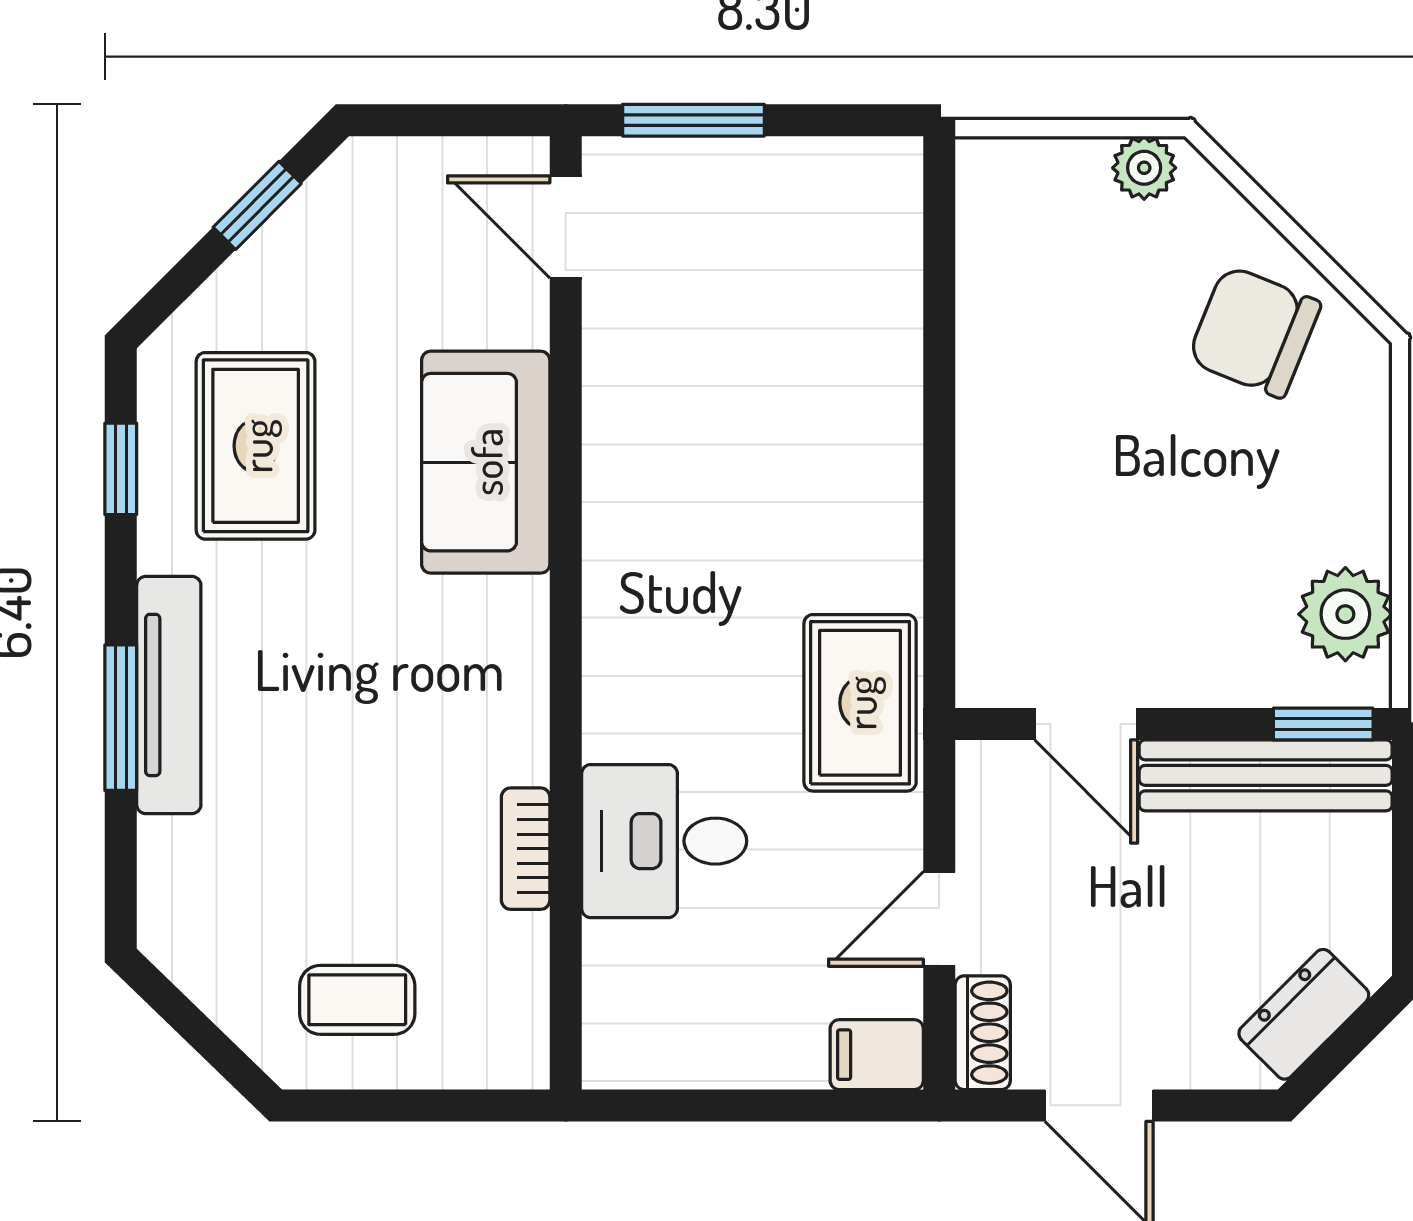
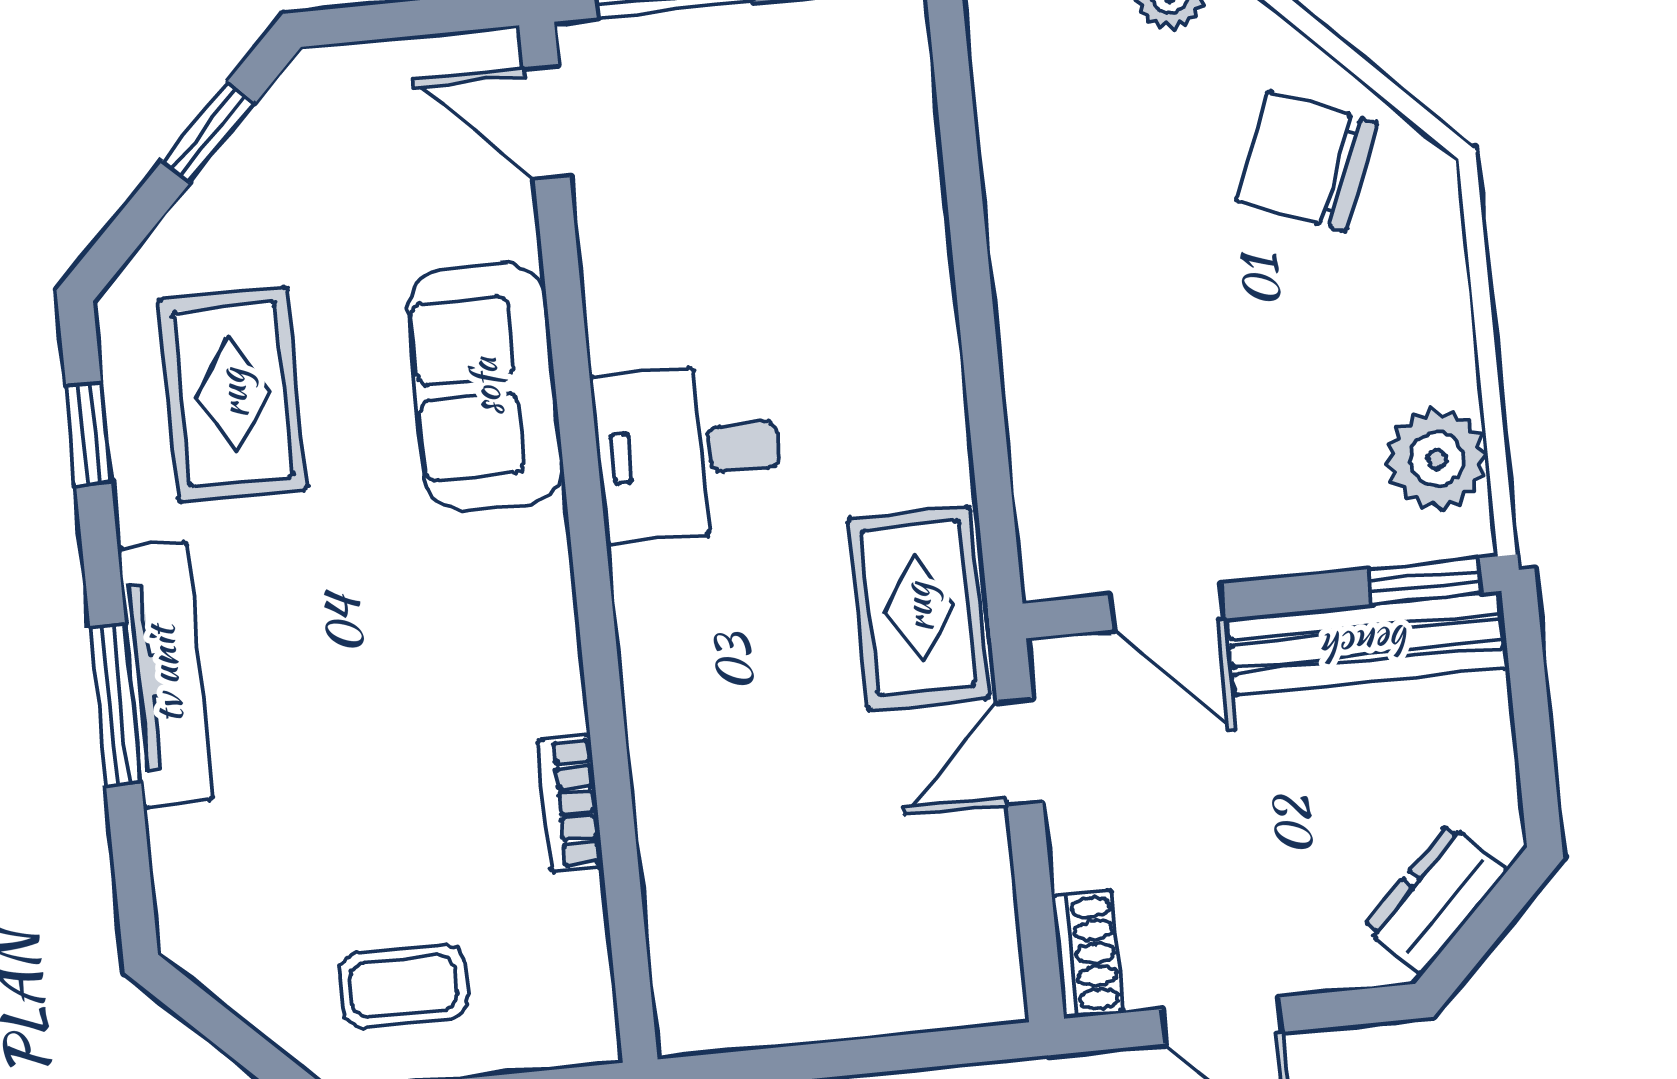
desk: (664, 841) -> (688, 452), moved
door: (939, 919) -> (1020, 751), moved
filing cabinet: (877, 1055) -> (975, 989), removed

